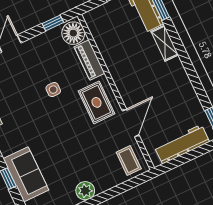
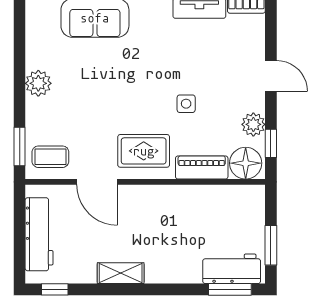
plant: (46, 40) -> (253, 124), added
shelving: (165, 43) -> (121, 273), moved
window: (132, 183) -> (20, 147), added

